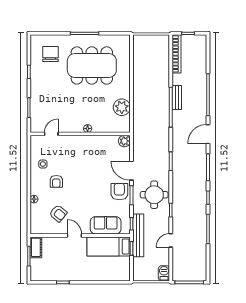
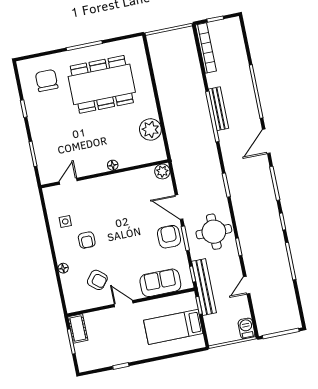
bench: (177, 98) -> (219, 109), width x1.36
bed: (109, 246) -> (173, 327), moved

